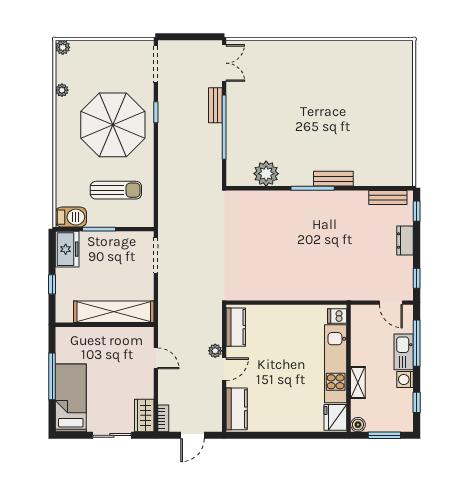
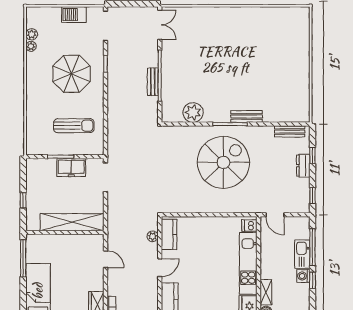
plant: (63, 47) -> (32, 34), moved
bench: (215, 105) -> (153, 82), moved
parasol: (113, 125) -> (71, 74), width x0.73, depth x0.73
window: (417, 211) -> (312, 156), moved
barbecue: (71, 217) -> (74, 15), moved, turned 180
spiral stairs: (304, 236) -> (223, 162), added
freezer: (67, 249) -> (71, 168), moved, turned 90
door: (391, 303) -> (275, 215), moved
plant: (215, 351) -> (153, 236), moved
window: (52, 376) -> (23, 258), moved
shelving: (358, 383) -> (266, 292), moved
window: (417, 402) -> (312, 280), moved

